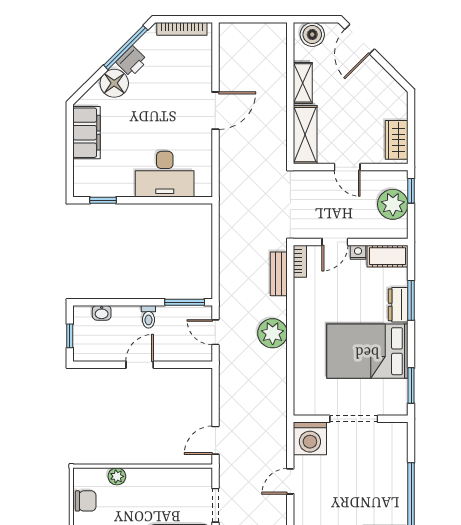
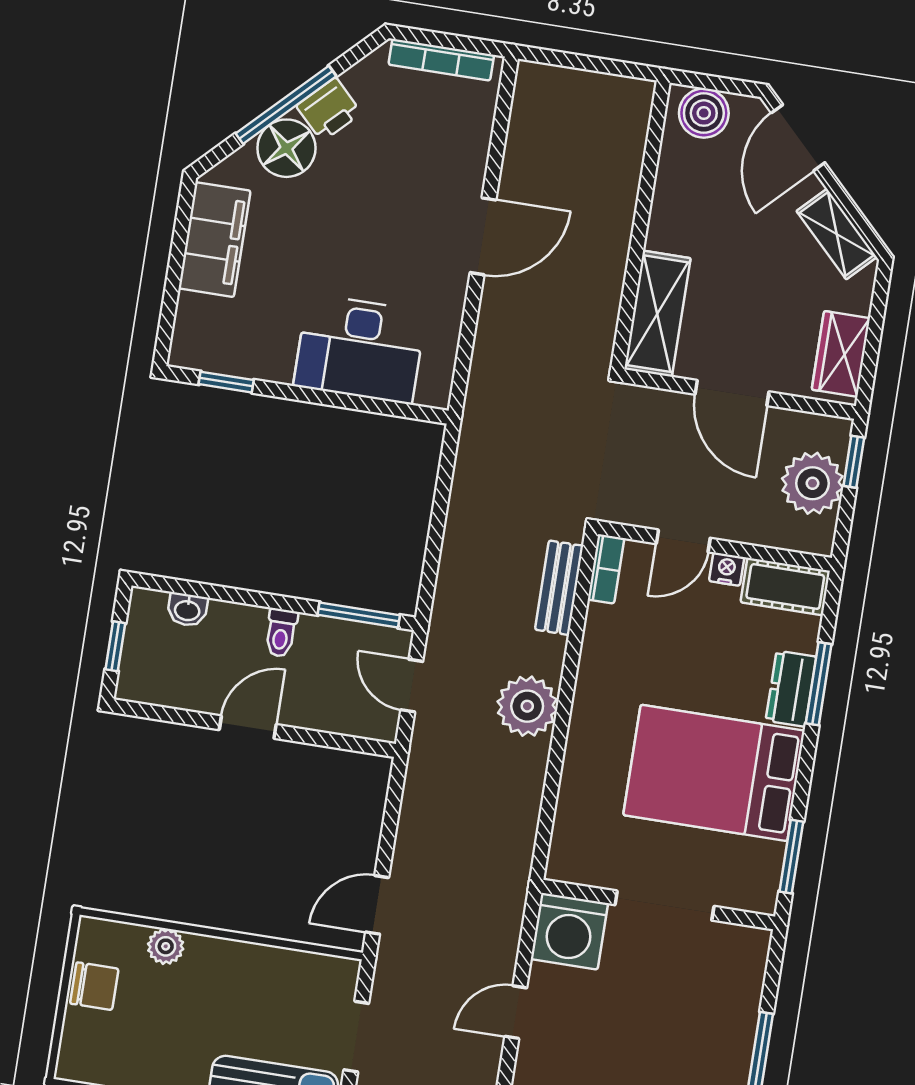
window: (126, 48) -> (286, 105), moved
shelving: (303, 83) -> (837, 234), moved, turned -45
door: (347, 167) -> (732, 393), width x1.38

